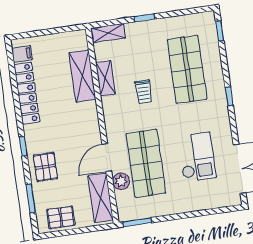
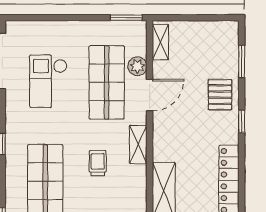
shelving: (106, 78) -> (138, 144), moved
shelving: (101, 198) -> (160, 42), width x0.67, depth x0.75
pallet: (61, 217) -> (211, 35), removed

